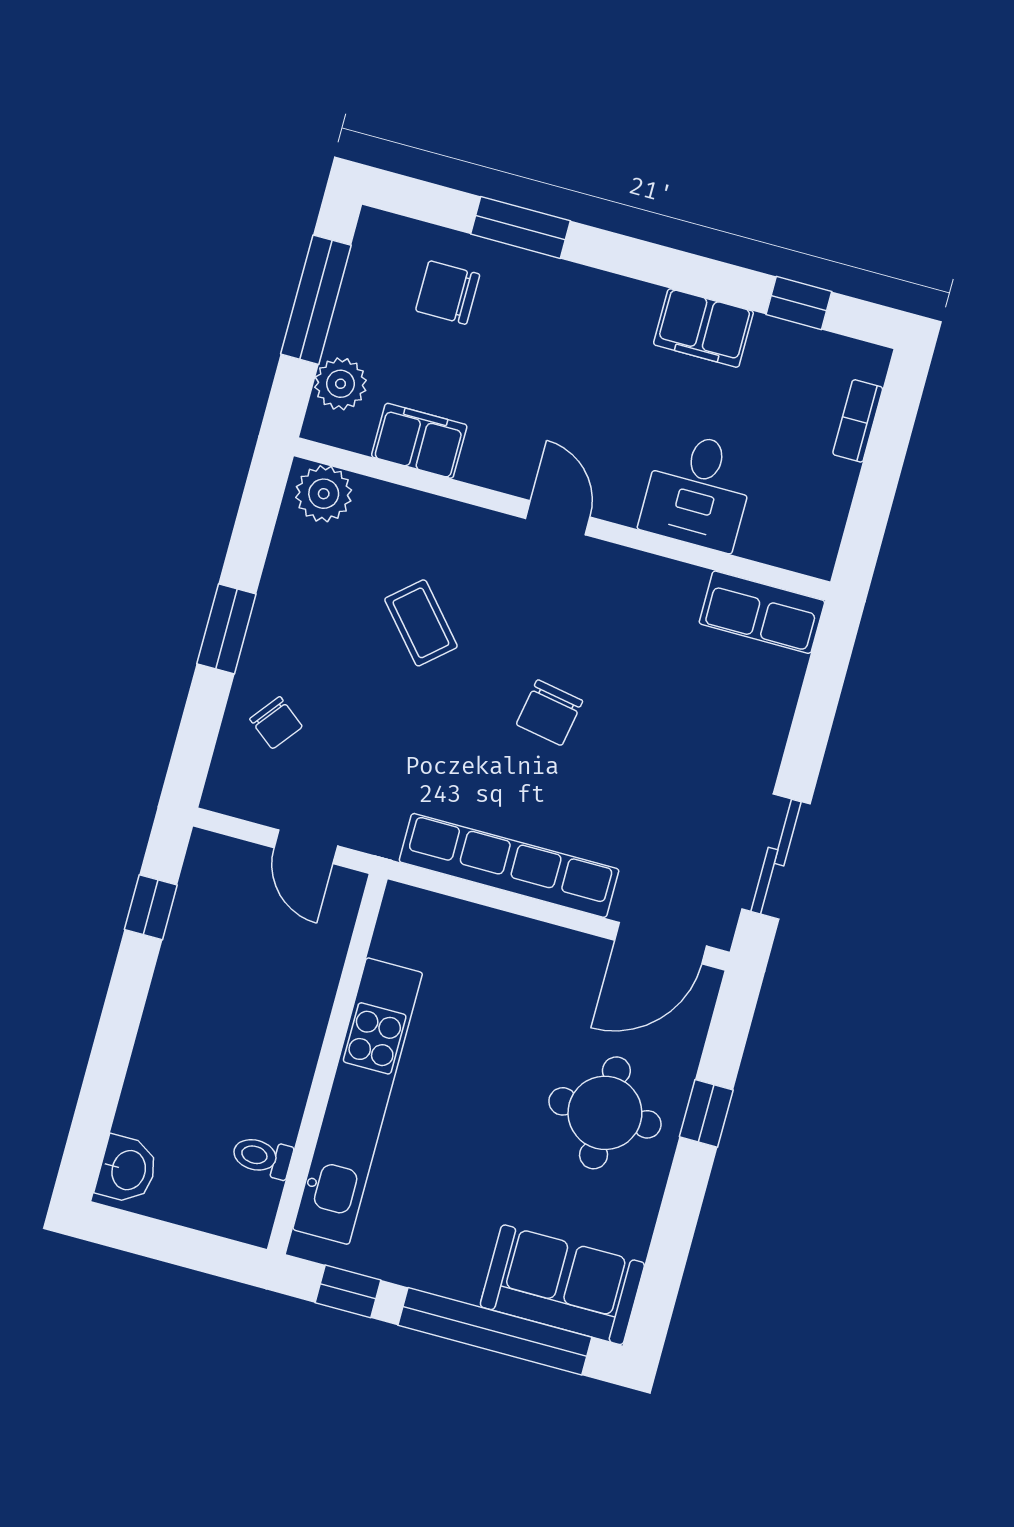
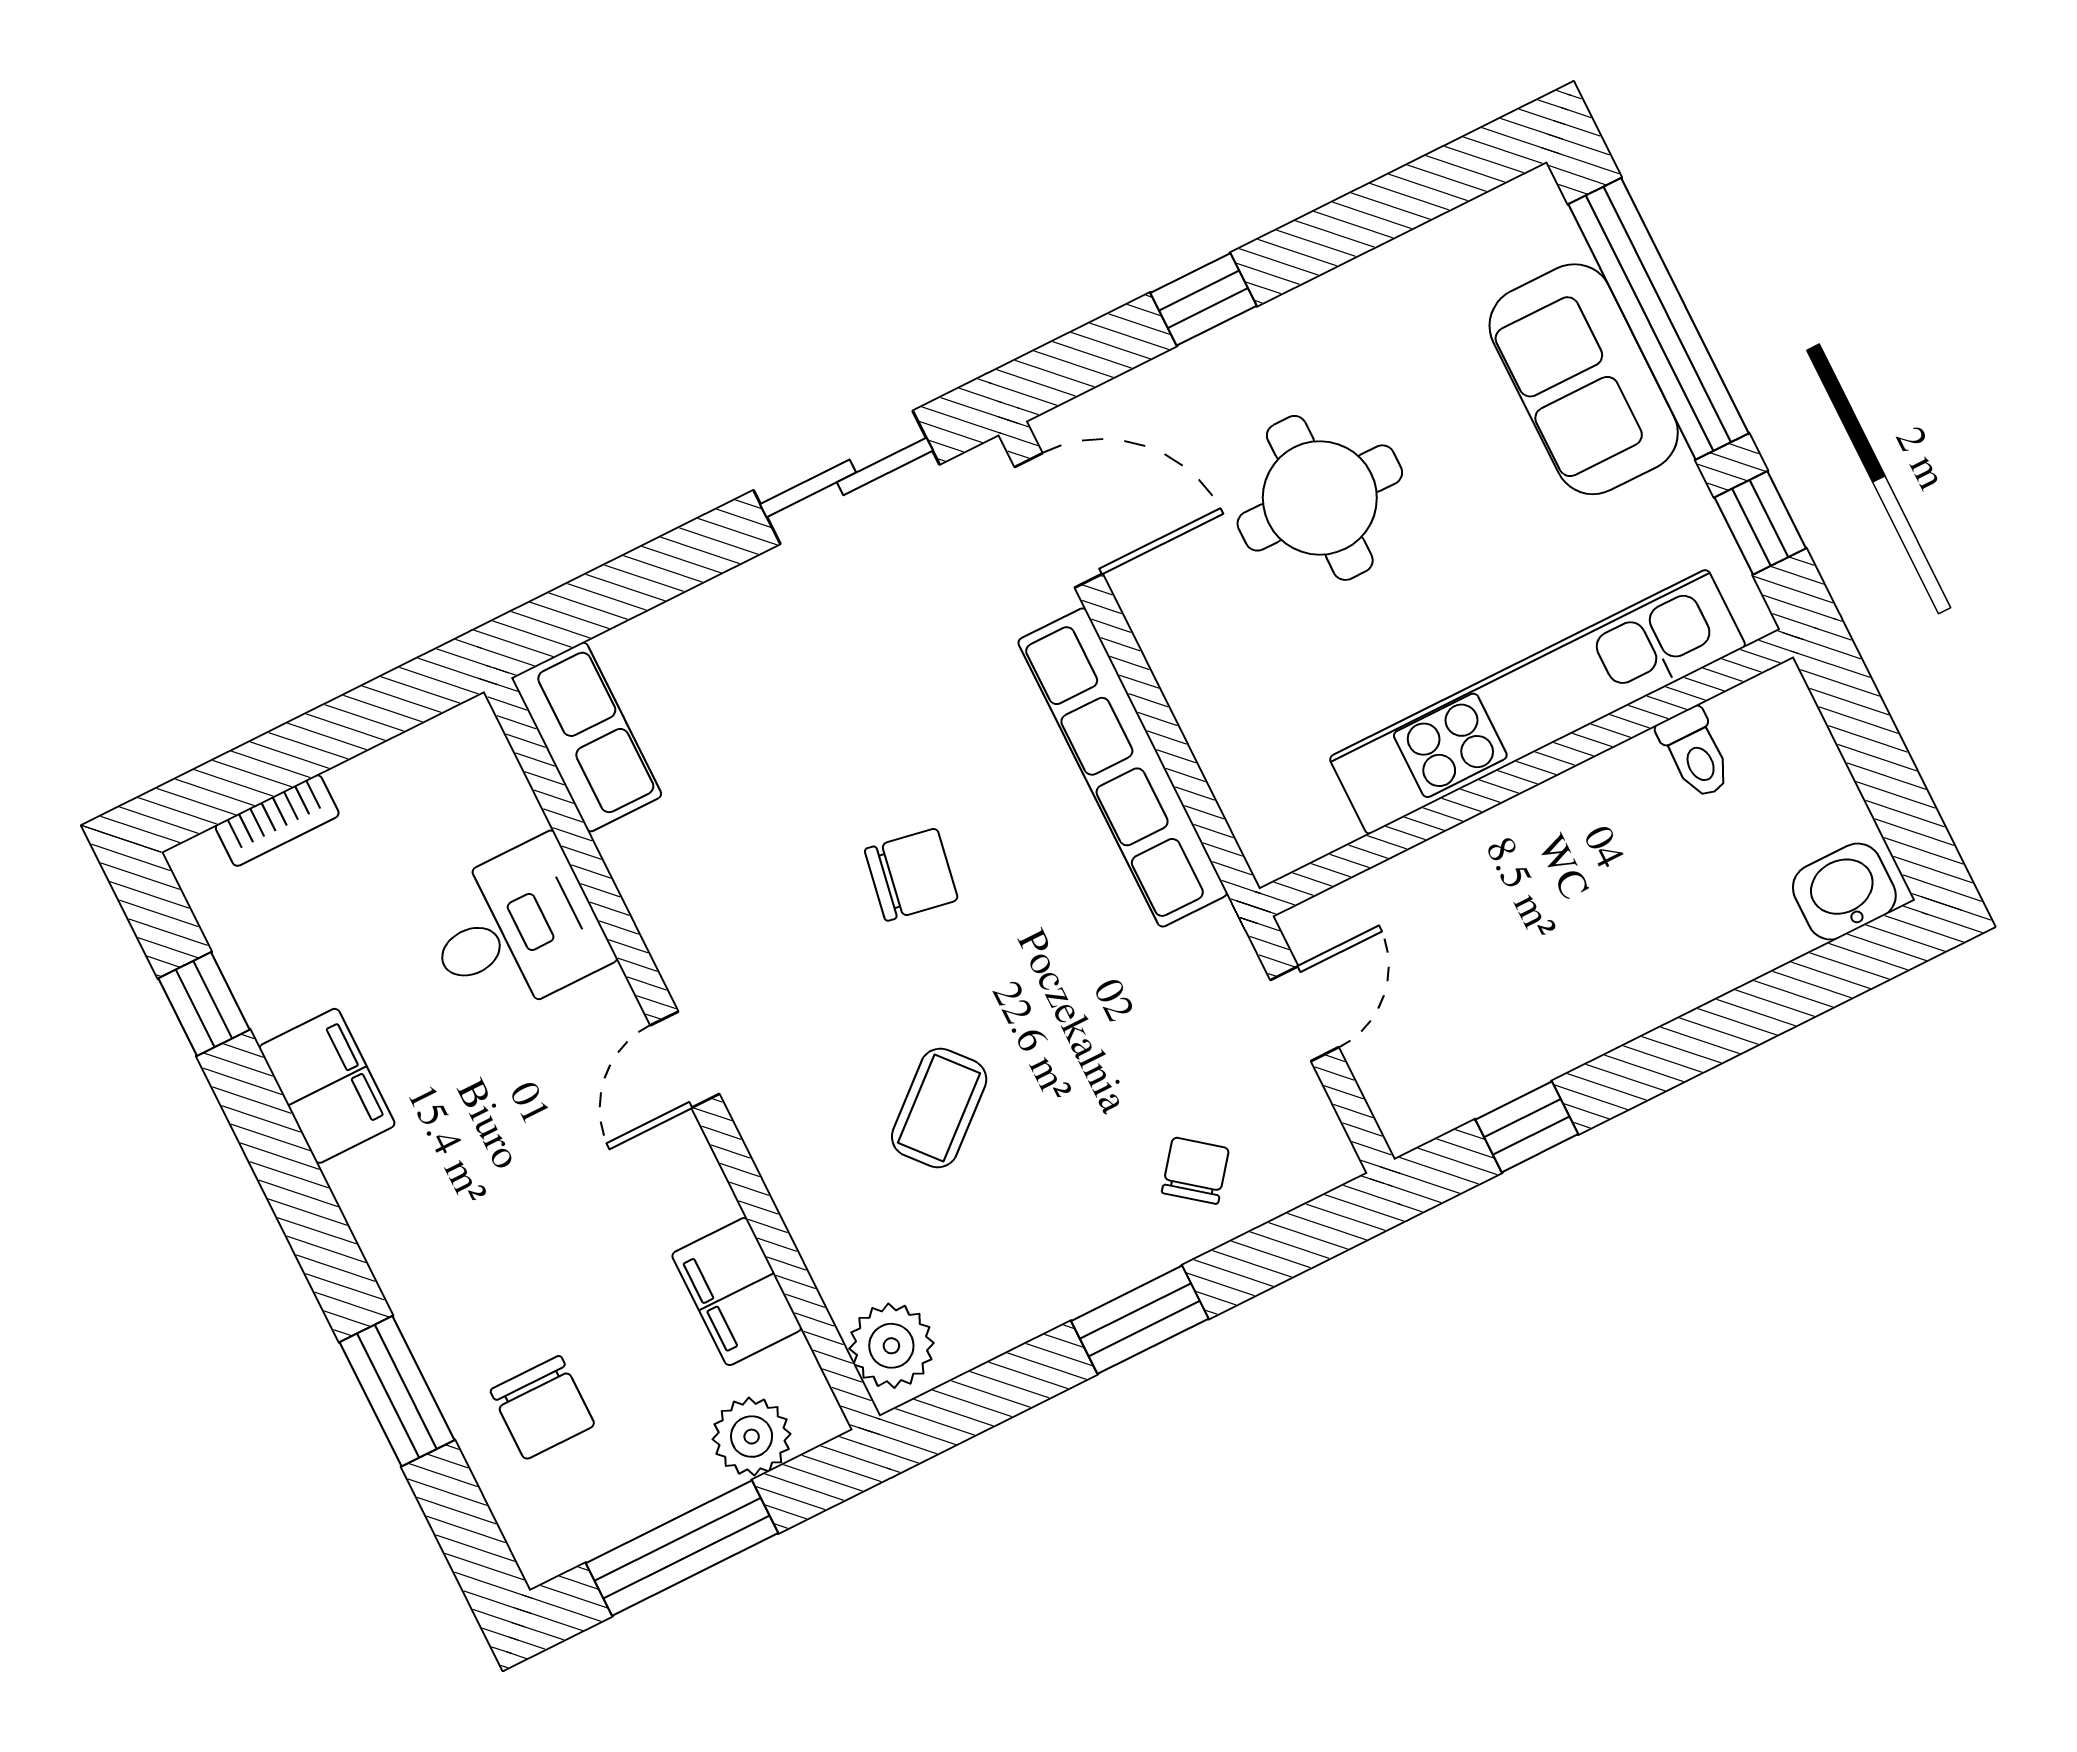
round table: (605, 1113) -> (1320, 498), moved
sofa: (562, 1285) -> (1584, 379), moved

